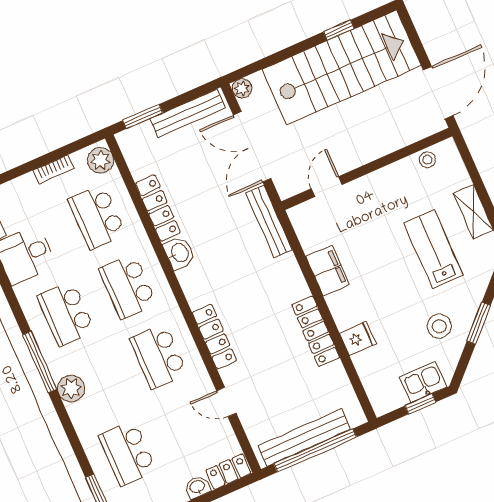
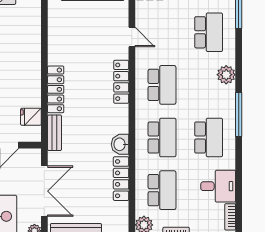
bench: (269, 221) -> (55, 133), width x0.73
filing cabinet: (328, 271) -> (31, 92), removed
locker: (316, 331) -> (56, 89), moved
fridge: (358, 338) -> (31, 117), moved
plant: (71, 389) -> (226, 75), moved

